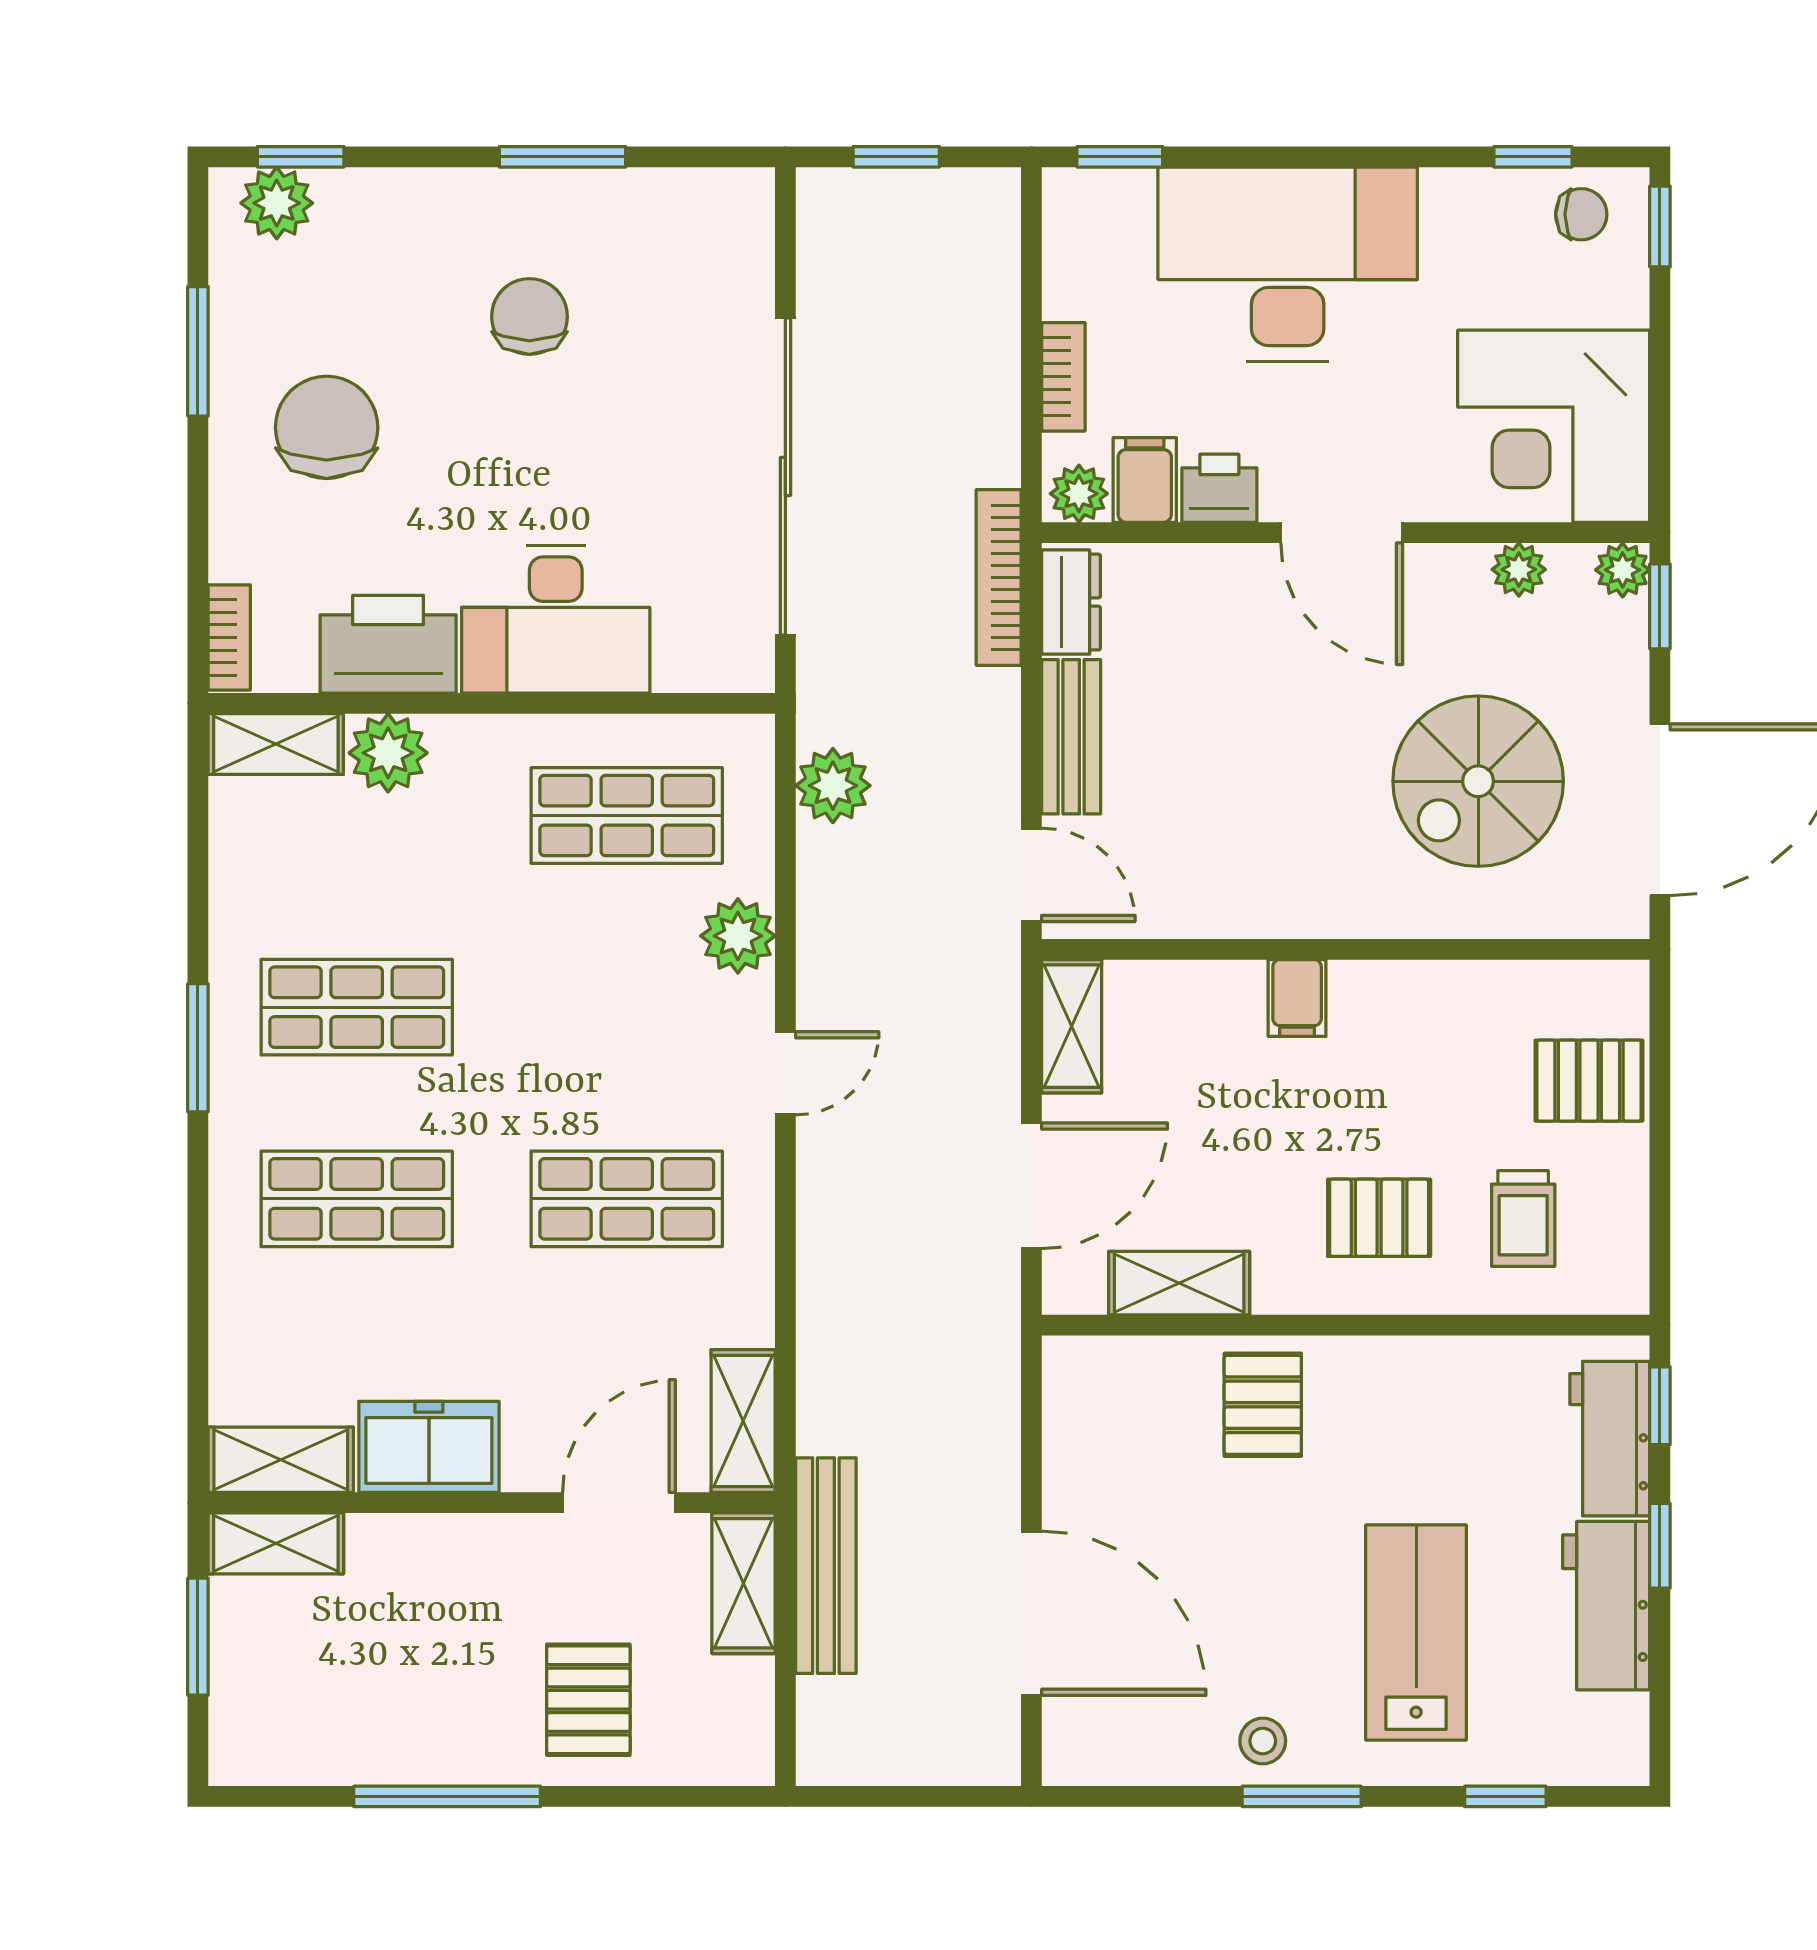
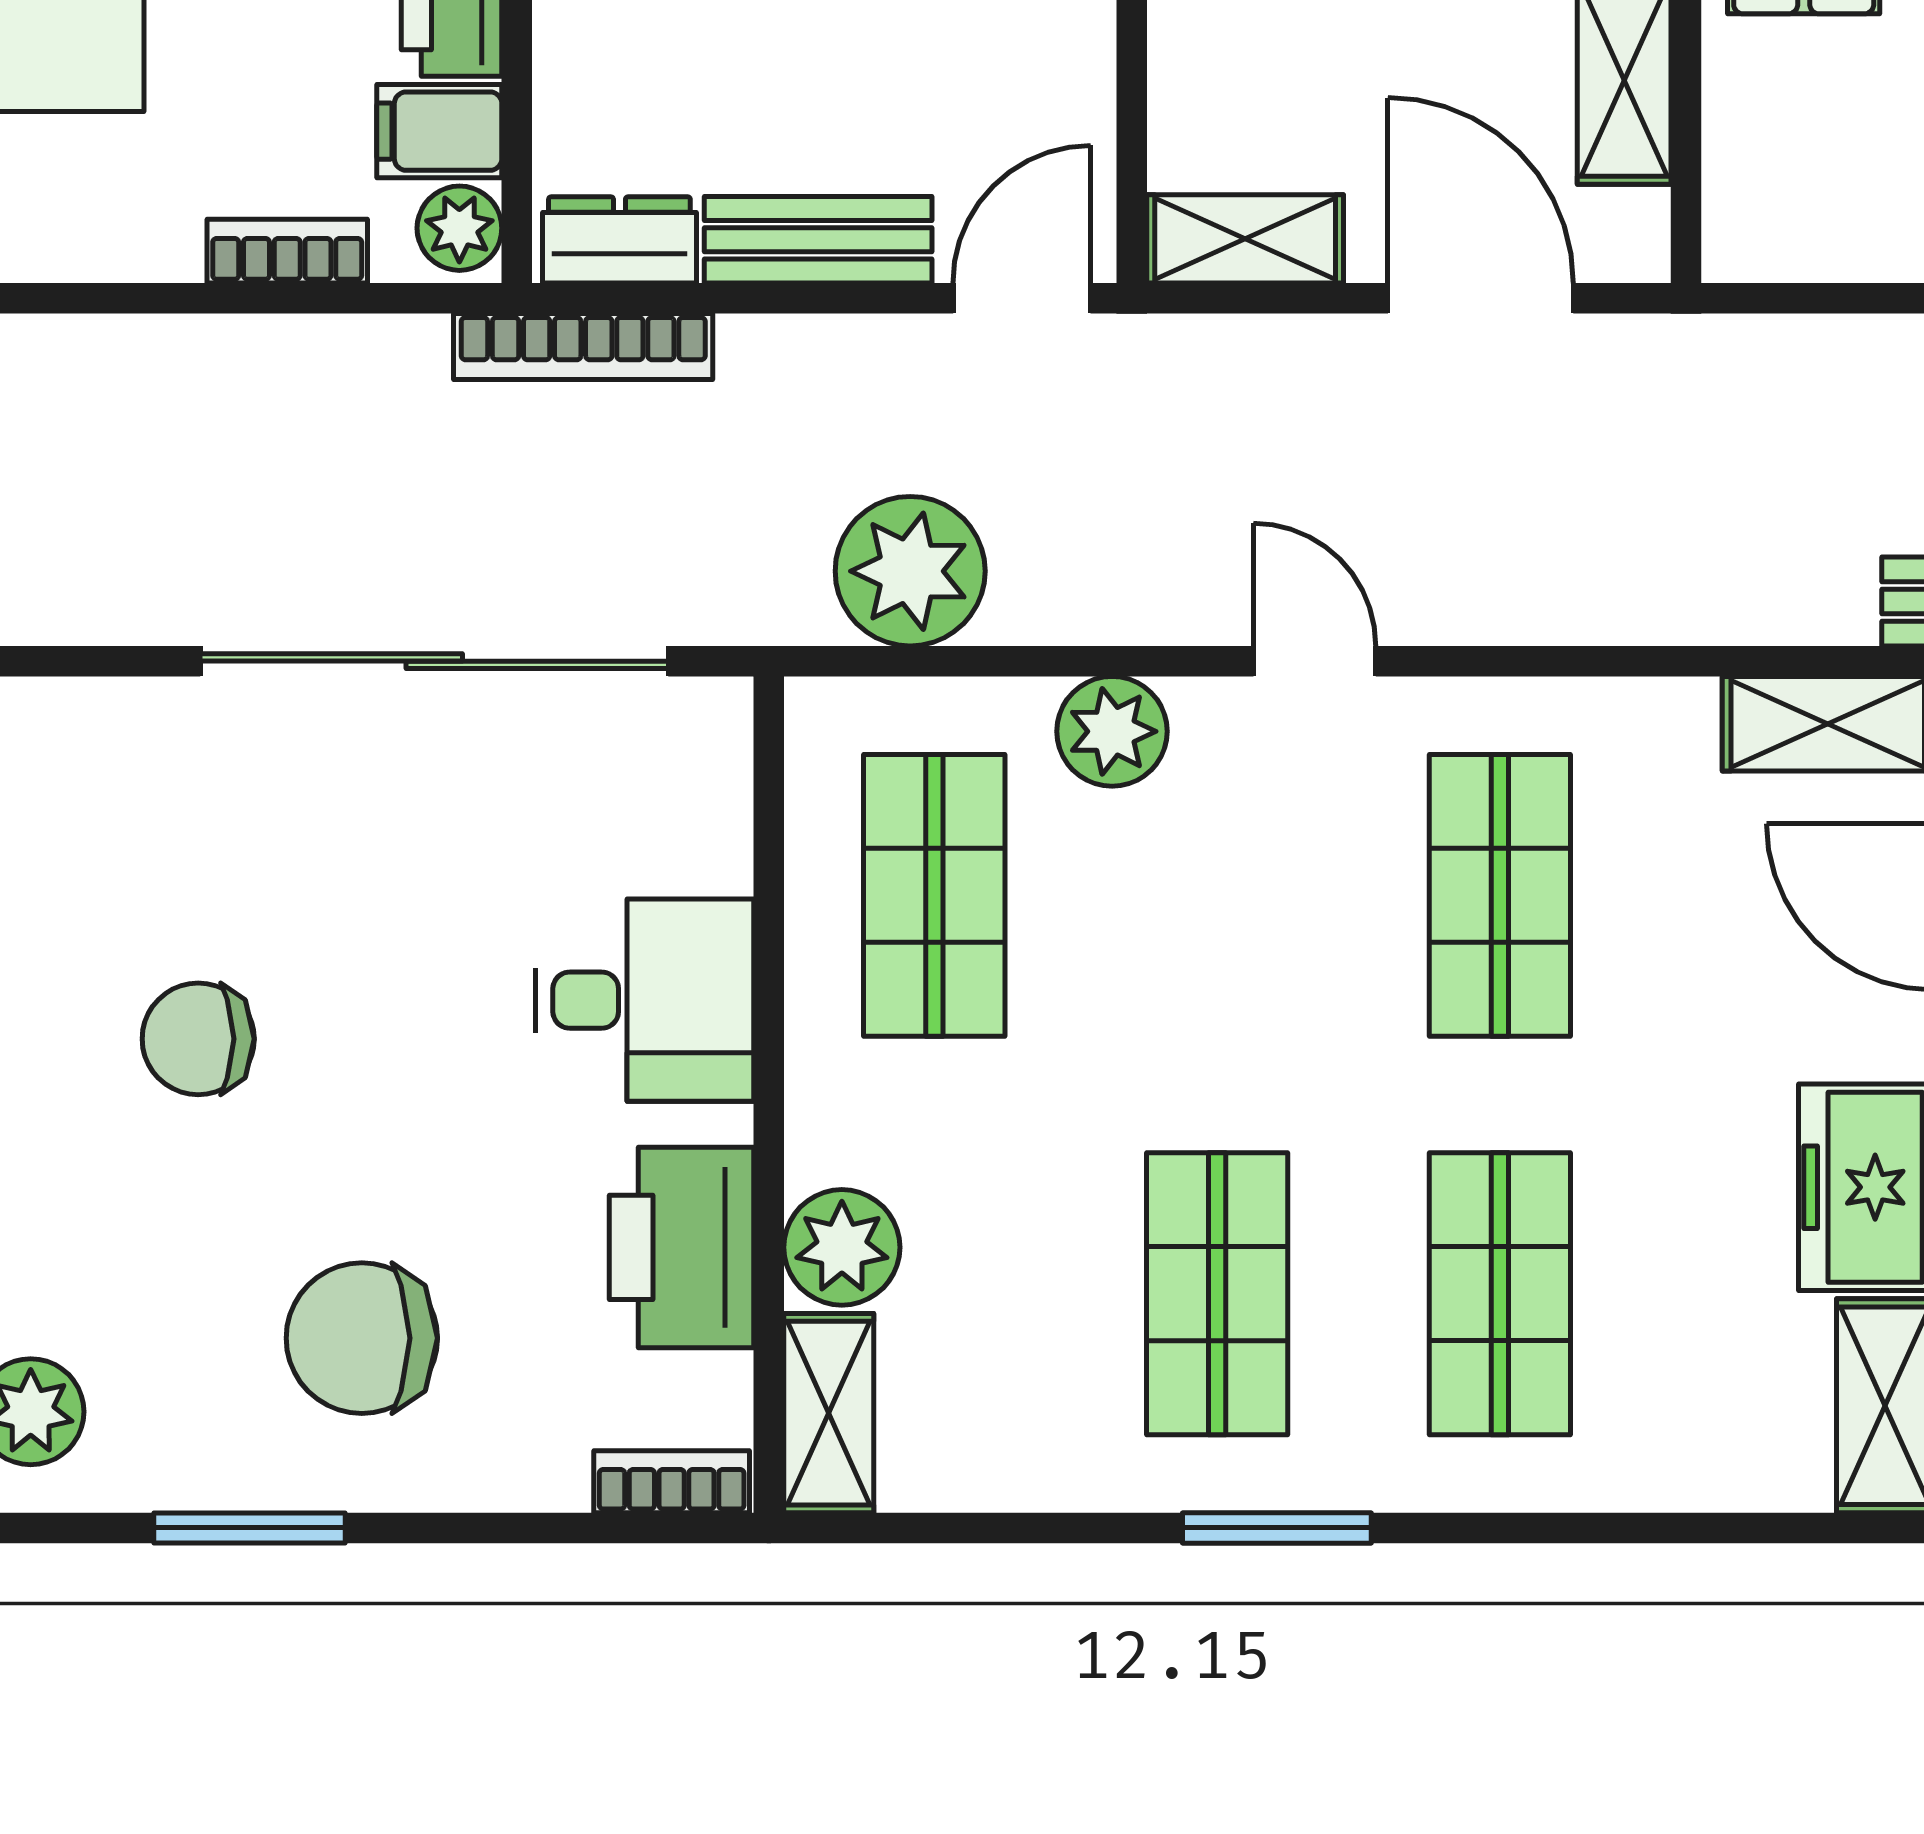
desk: (556, 619) -> (645, 1000), width x0.73
plant: (833, 786) -> (910, 571), width x1.36, depth x1.36

